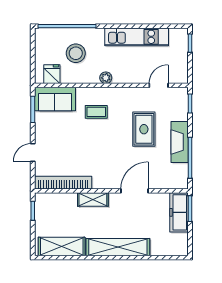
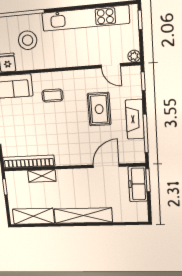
kitchen unit: (137, 37) -> (85, 18), width x1.36
plant: (106, 78) -> (134, 56), moved
door: (159, 85) -> (111, 66), swing flipped
door: (134, 191) -> (106, 166), moved
shelving: (93, 199) -> (42, 176), moved

